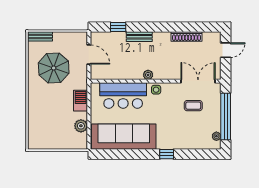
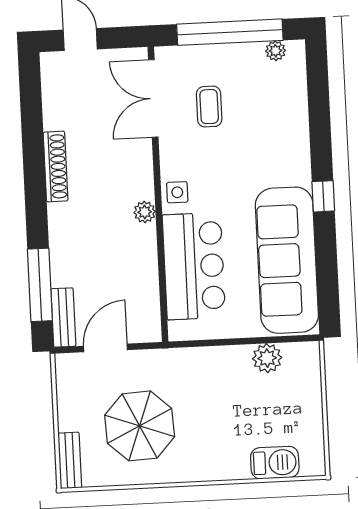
window: (118, 27) -> (40, 285), width x2.17
bench: (139, 37) -> (63, 317), moved
shoe rack: (186, 37) -> (56, 166), moved
barbecue: (81, 101) -> (275, 463), moved, turned 180
window: (167, 154) -> (323, 196), moved

